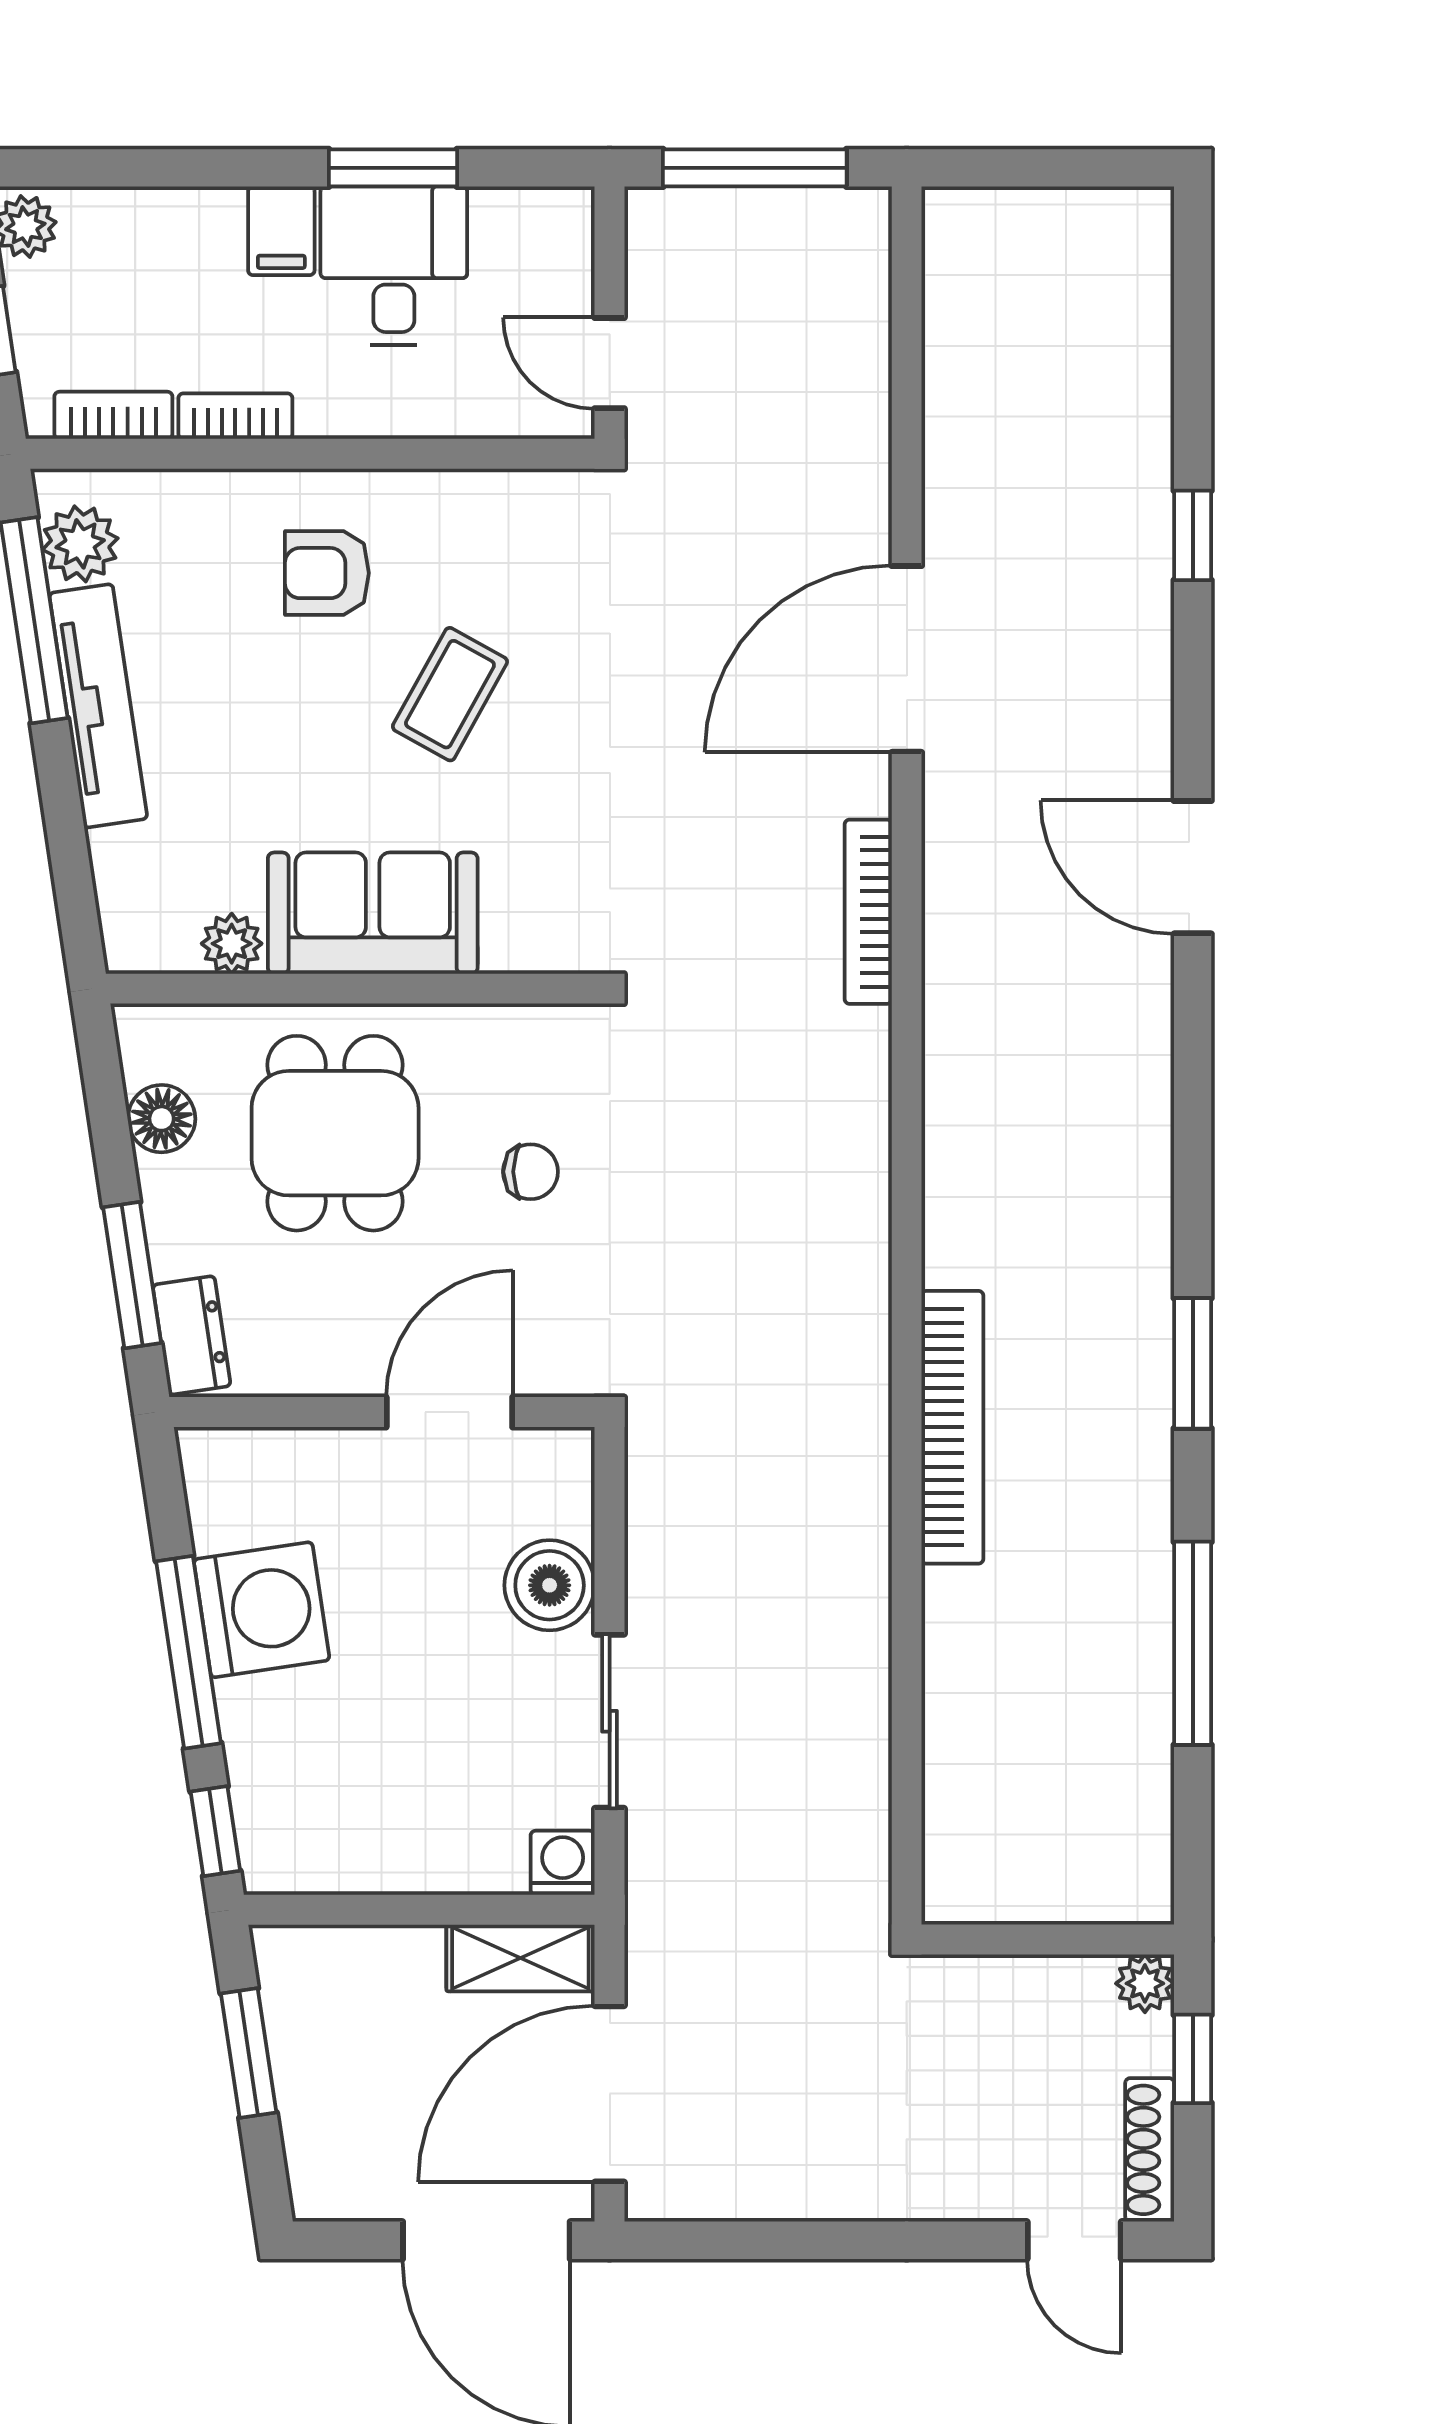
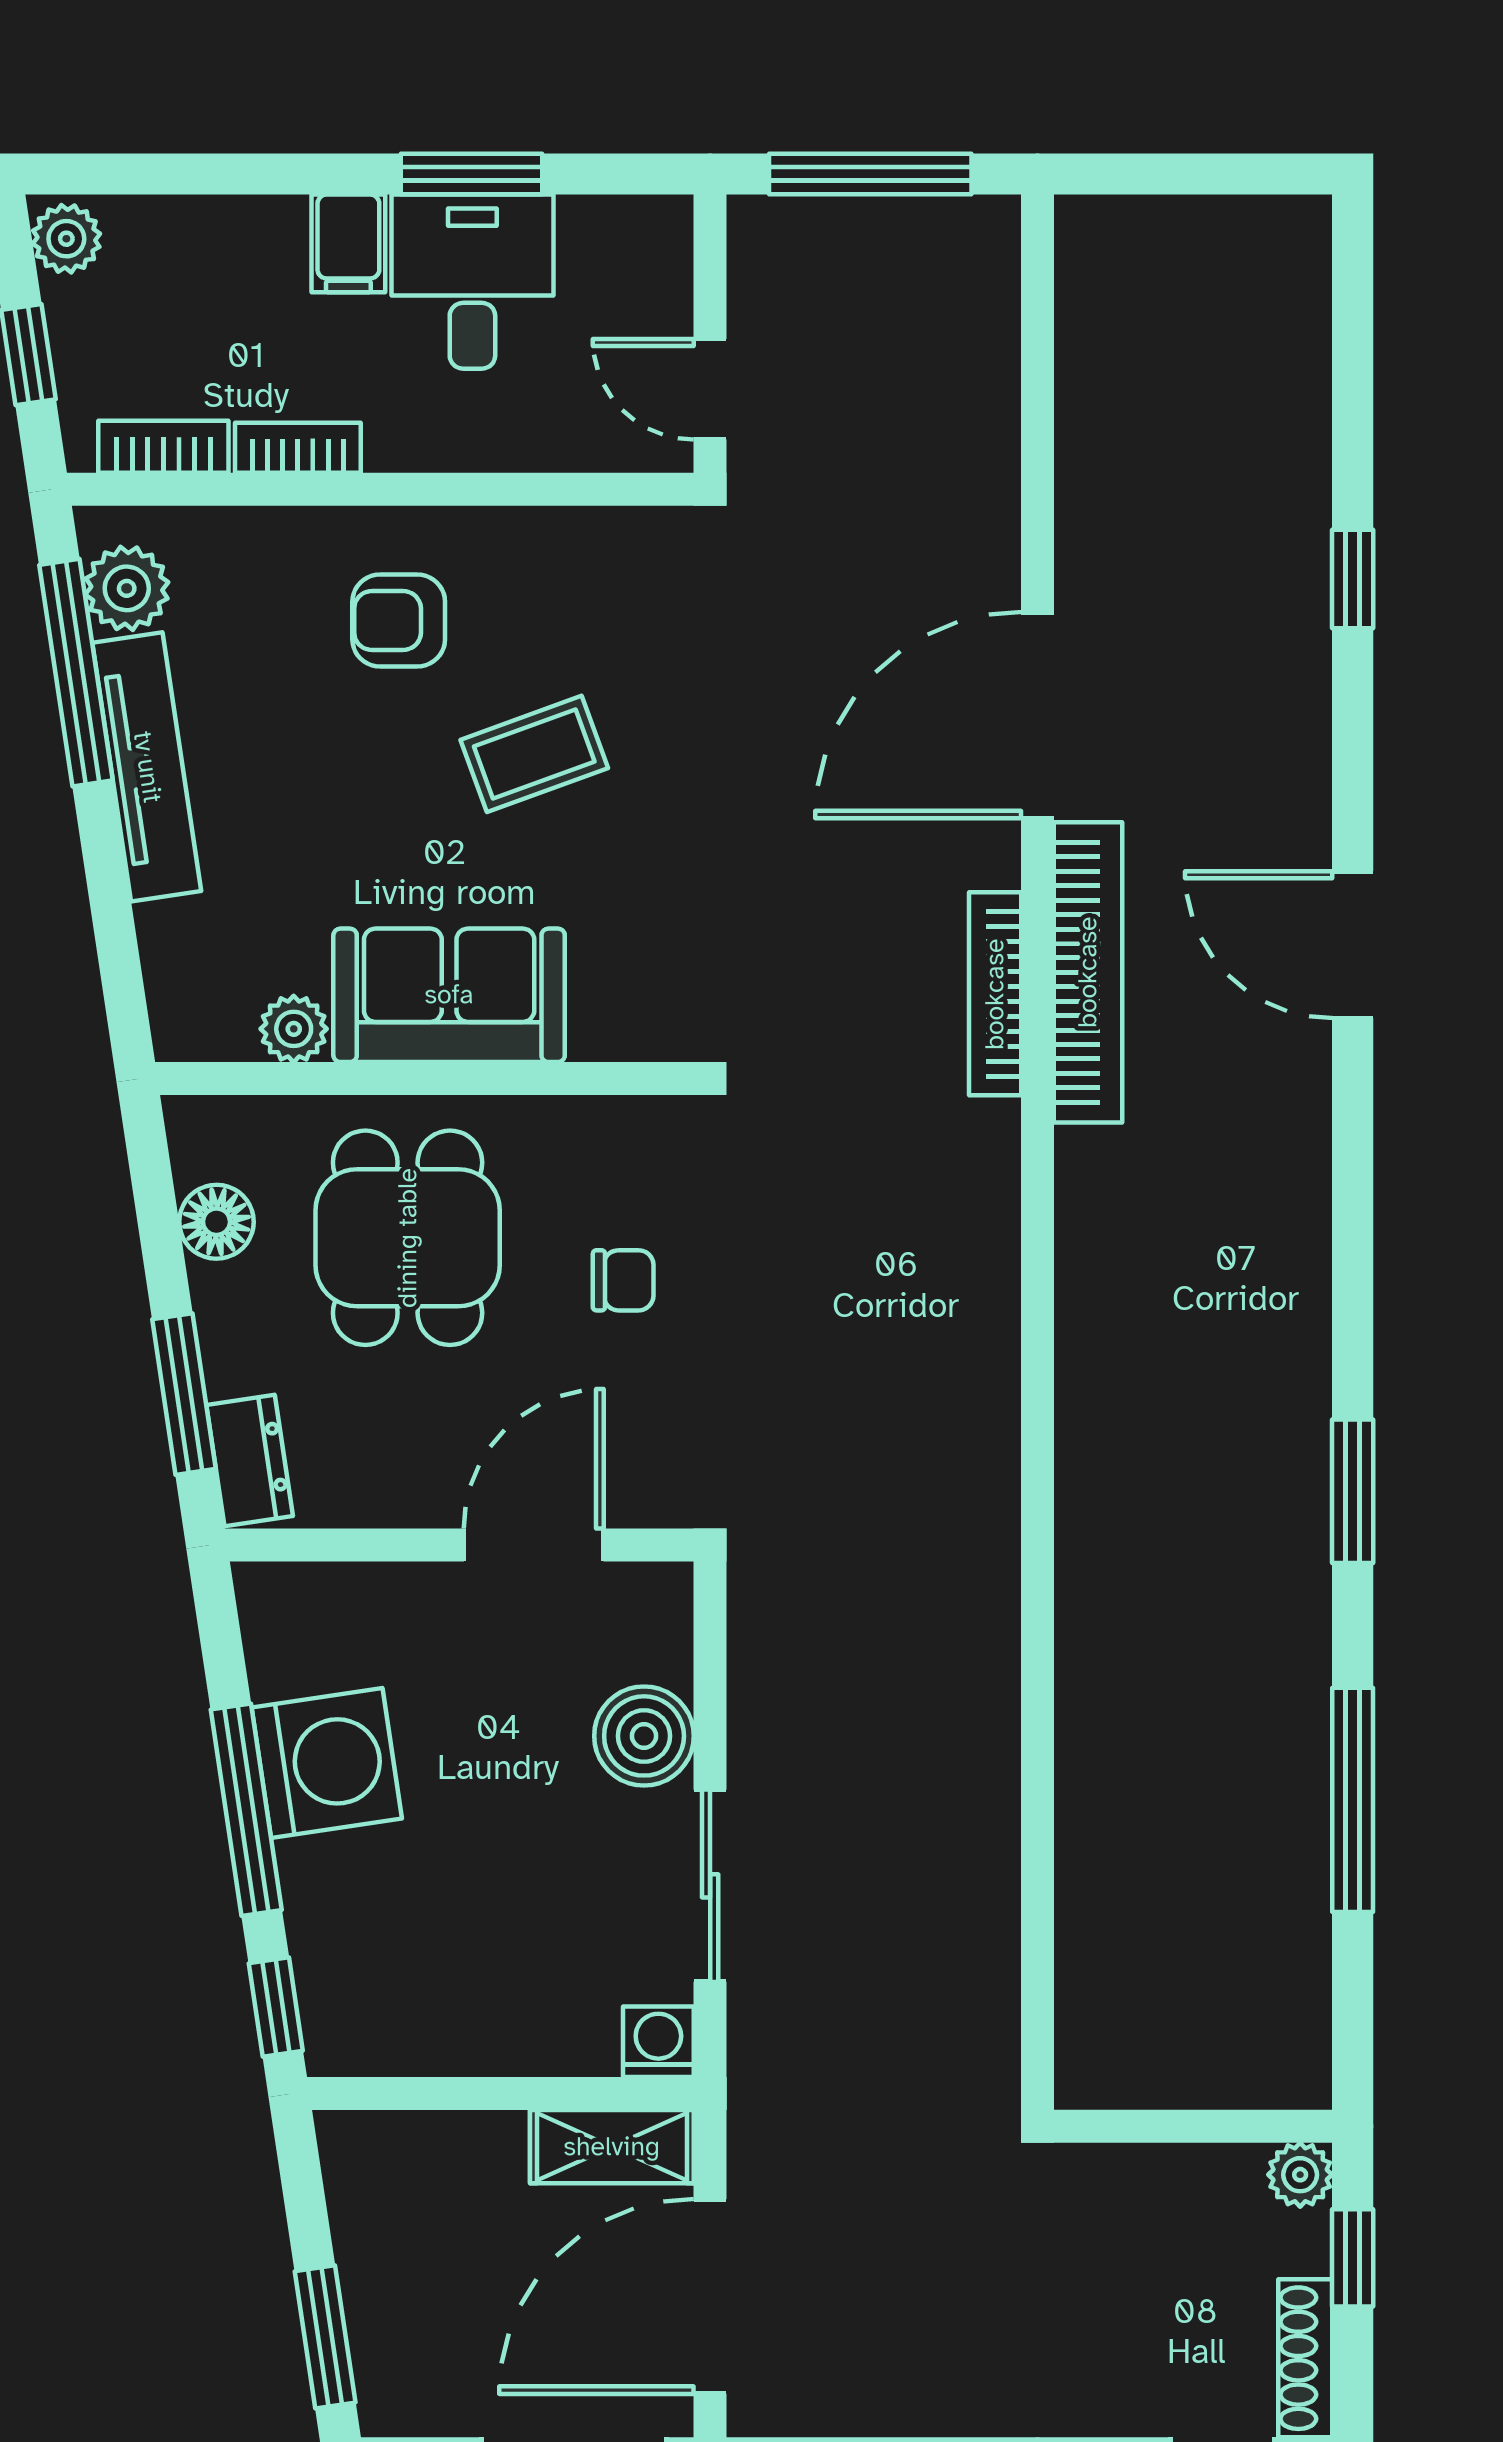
coffee table: (450, 694) -> (534, 754), turned 41
bookcase: (952, 1427) -> (1088, 972), moved
window: (249, 2053) -> (325, 2337), moved

